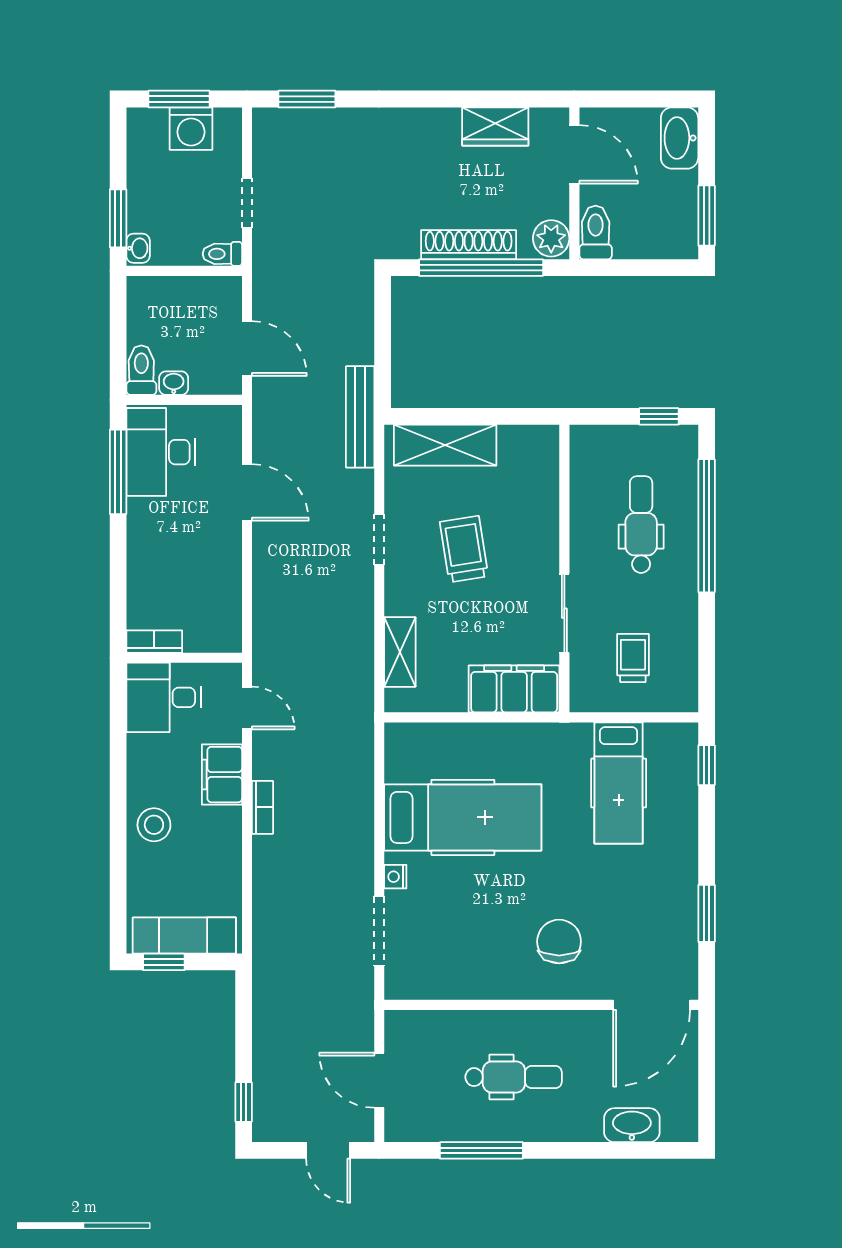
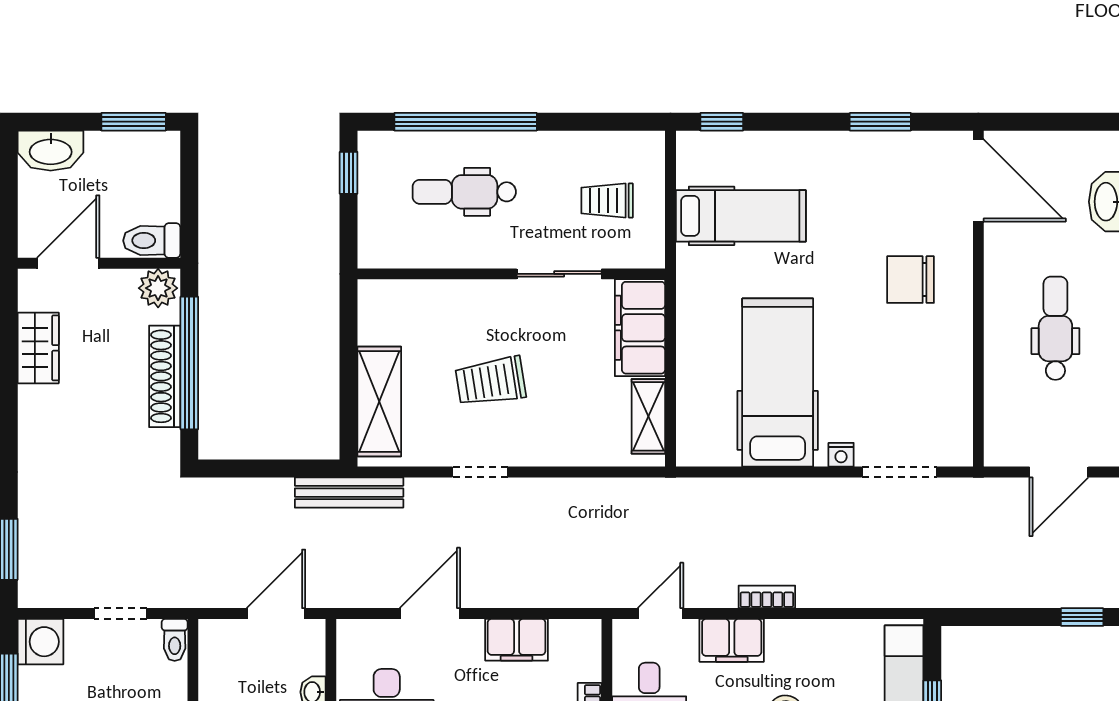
washing machine: (191, 129) -> (41, 642), moved
filing cabinet: (222, 573) -> (517, 640), added
shelving: (400, 652) -> (648, 416), moved, turned 90

